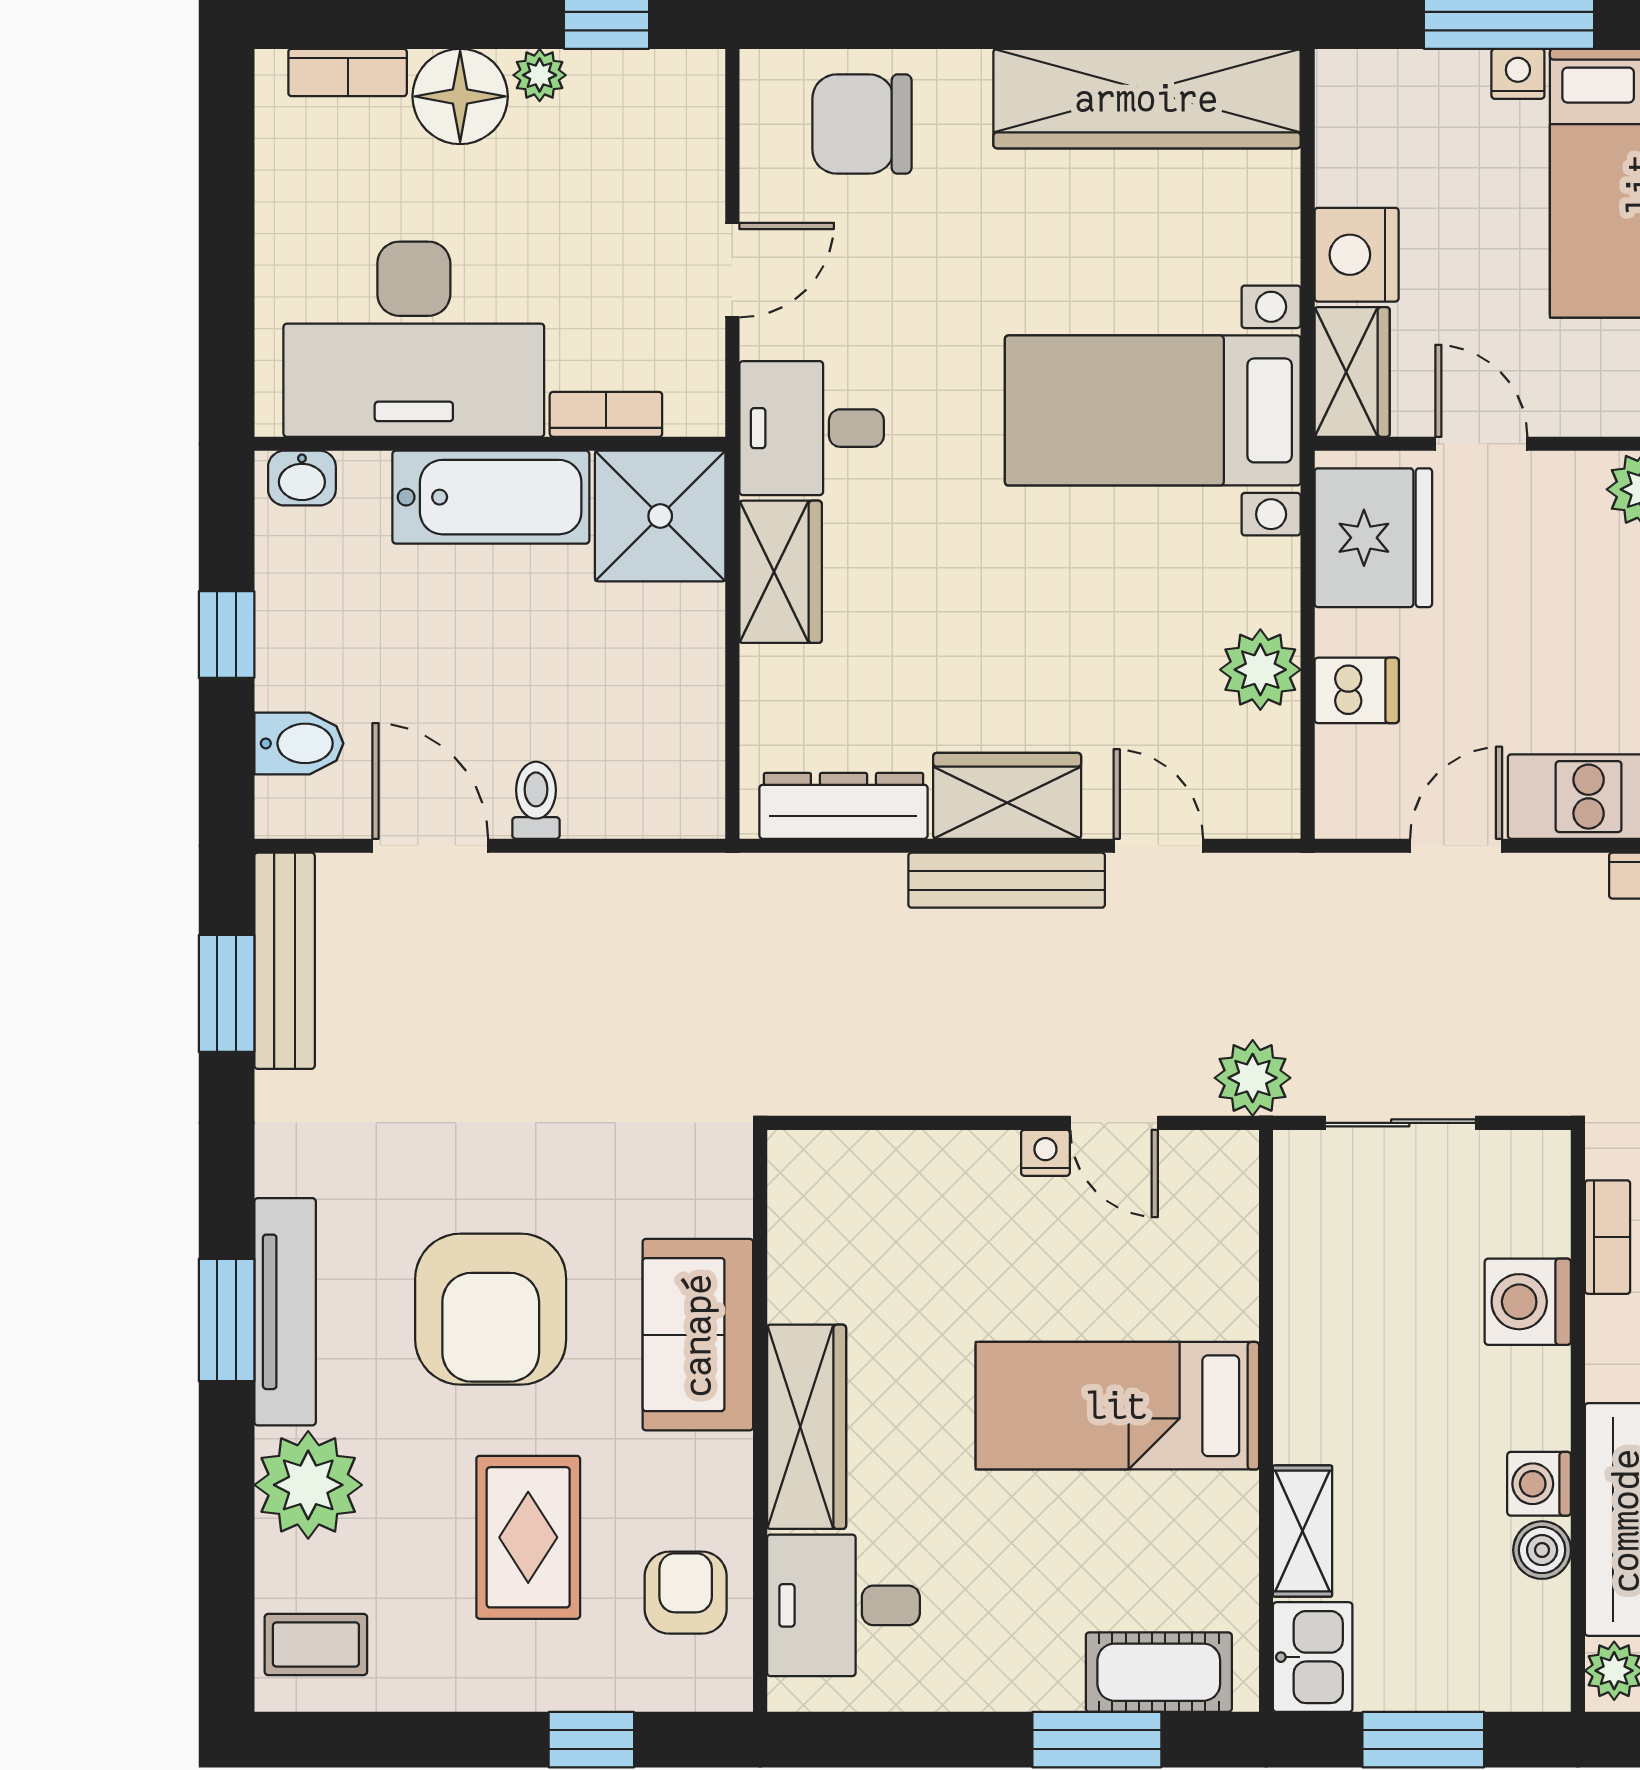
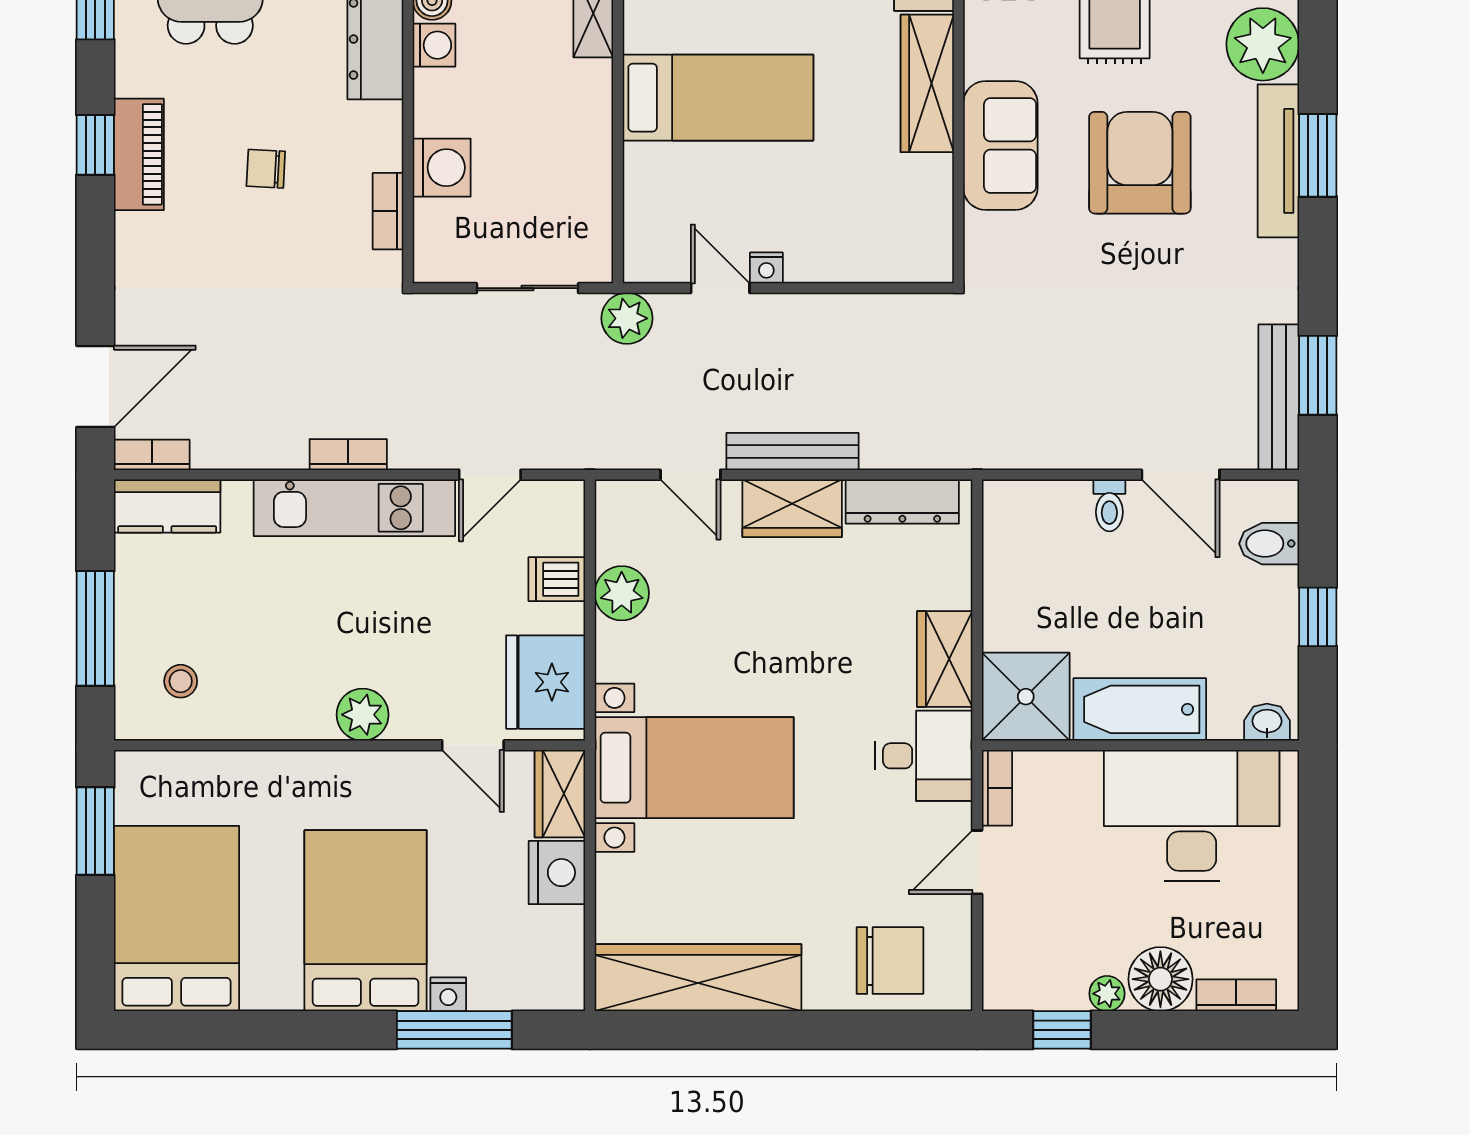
bookcase: (606, 414) -> (997, 788), moved, turned -90

